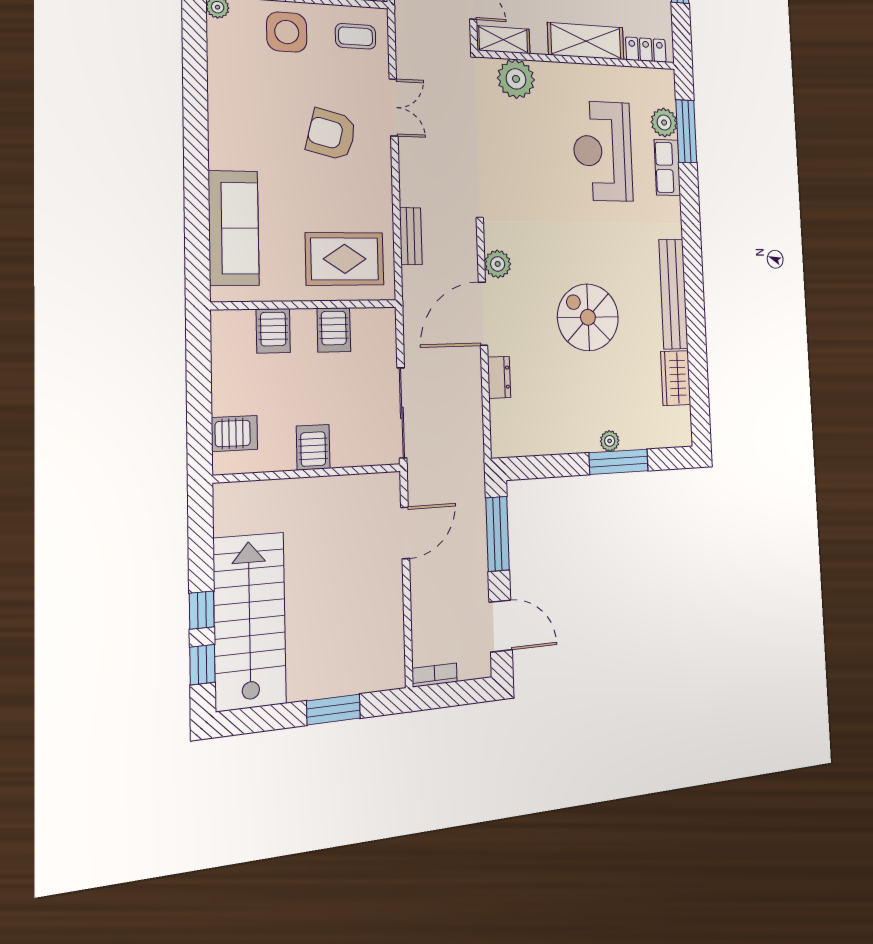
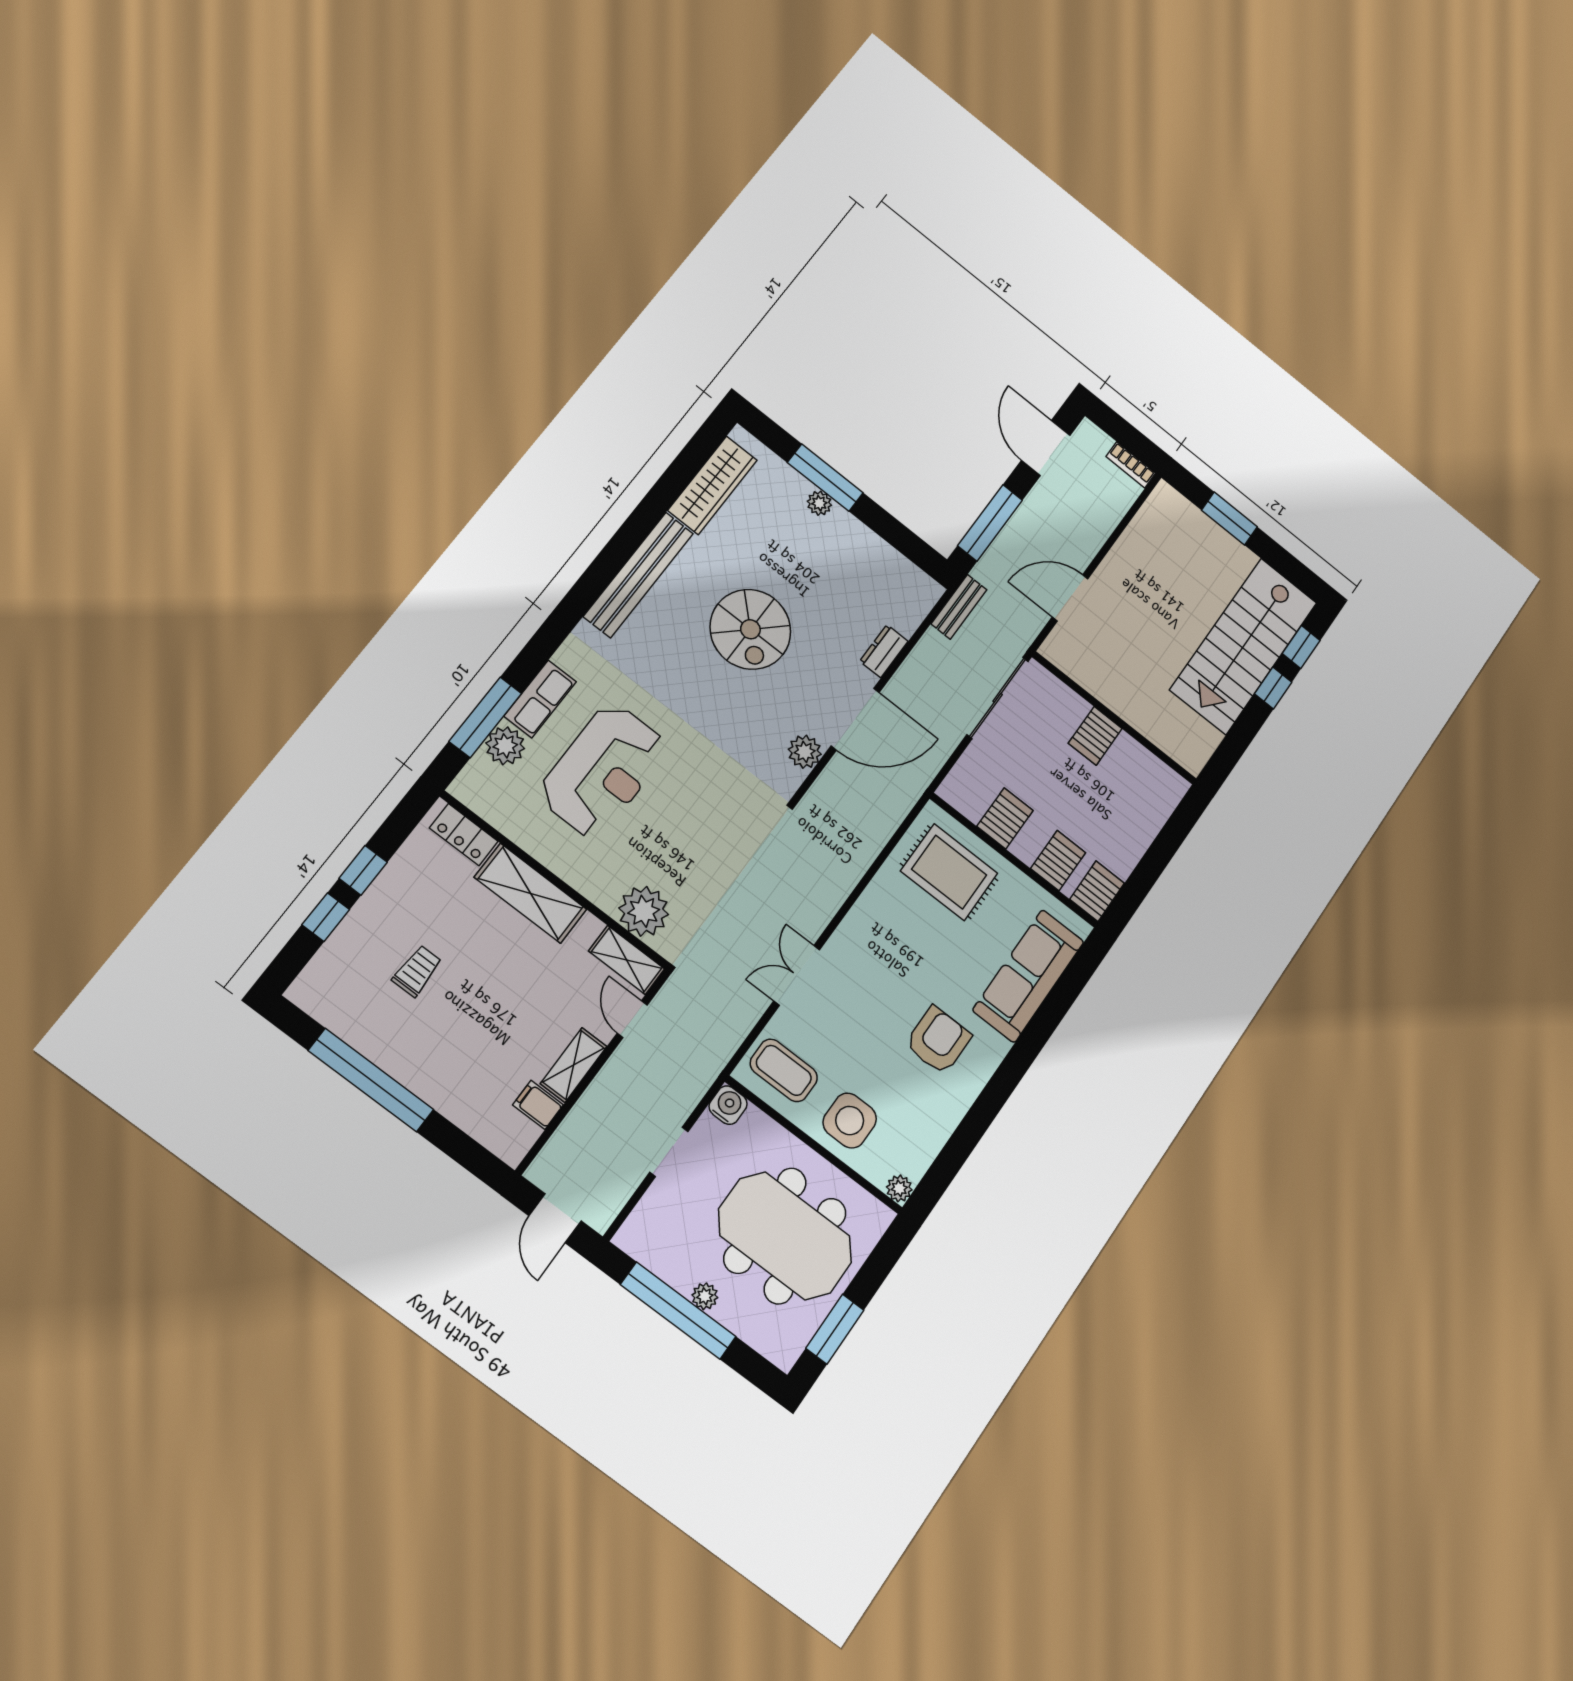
coffee table: (356, 36) -> (784, 1070), width x1.36, depth x1.30
armchair: (331, 134) -> (938, 1040), moved, turned -104
bench: (411, 236) -> (959, 607), moved
wardrobe: (676, 378) -> (713, 485), width x1.50
server rack: (234, 433) -> (1097, 891), moved, turned 90

